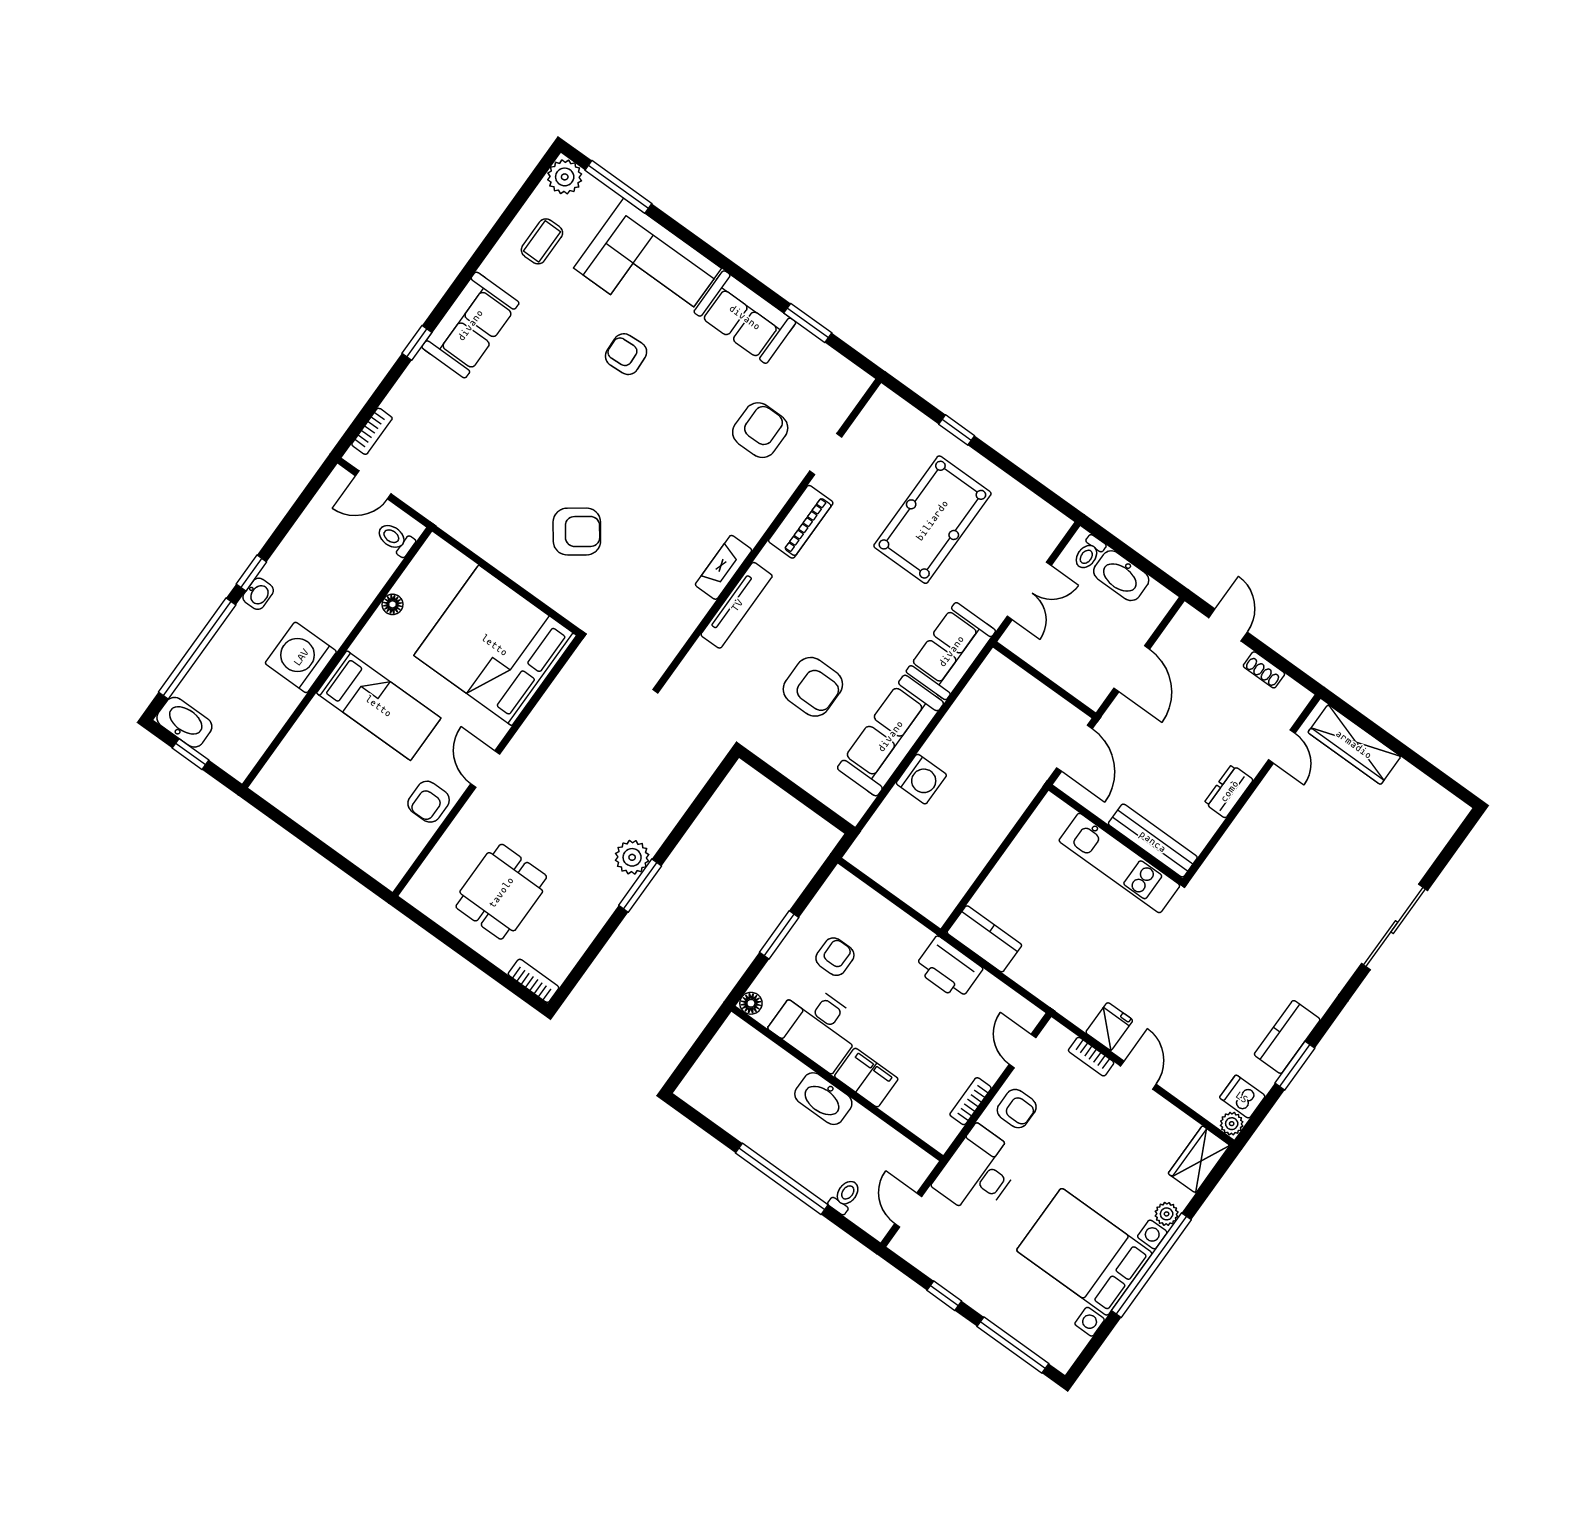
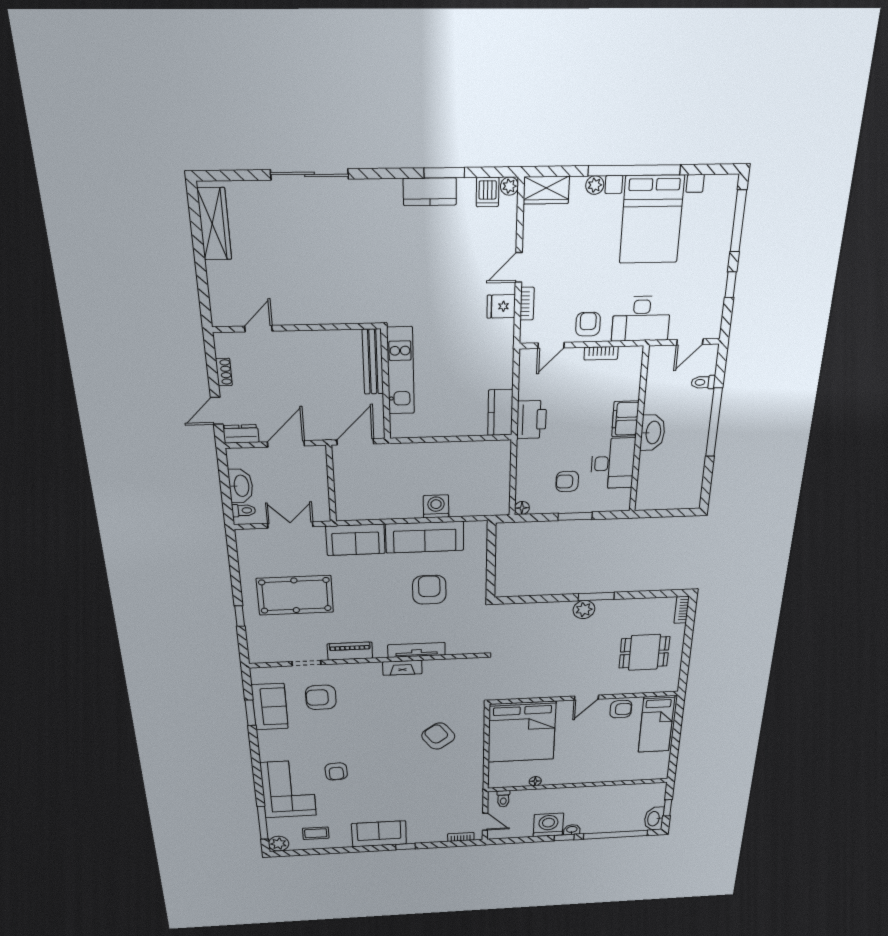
sofa: (745, 317) -> (270, 707), moved
washing machine: (301, 657) -> (548, 825), moved, turned 180
bed: (379, 706) -> (656, 724), moved, turned 180
wardrobe: (1354, 744) -> (214, 224), moved
dresser: (1229, 791) -> (241, 434), moved, turned 180
floor lamp: (751, 1003) -> (522, 508), moved

